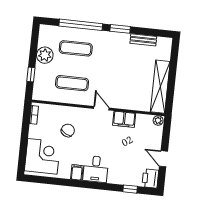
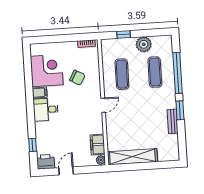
bench: (143, 40) -> (173, 121), moved
filing cabinet: (124, 119) -> (98, 145), moved
corner desk: (42, 156) -> (47, 71), moved, turned -90

